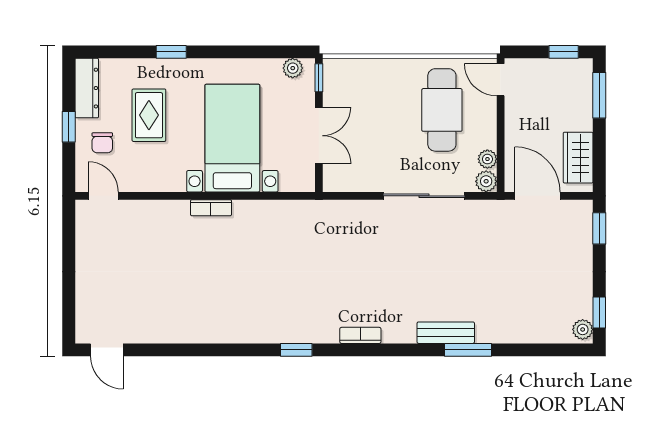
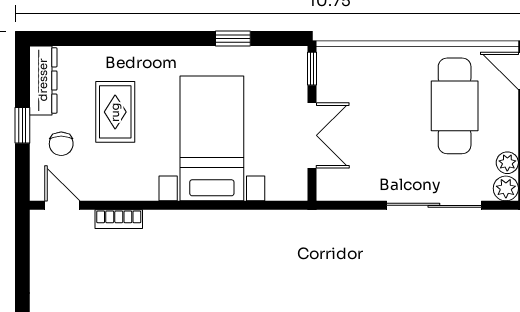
window: (171, 52) -> (233, 39), moved
plant: (293, 68) -> (282, 57), removed
bookcase: (211, 208) -> (119, 219), moved

